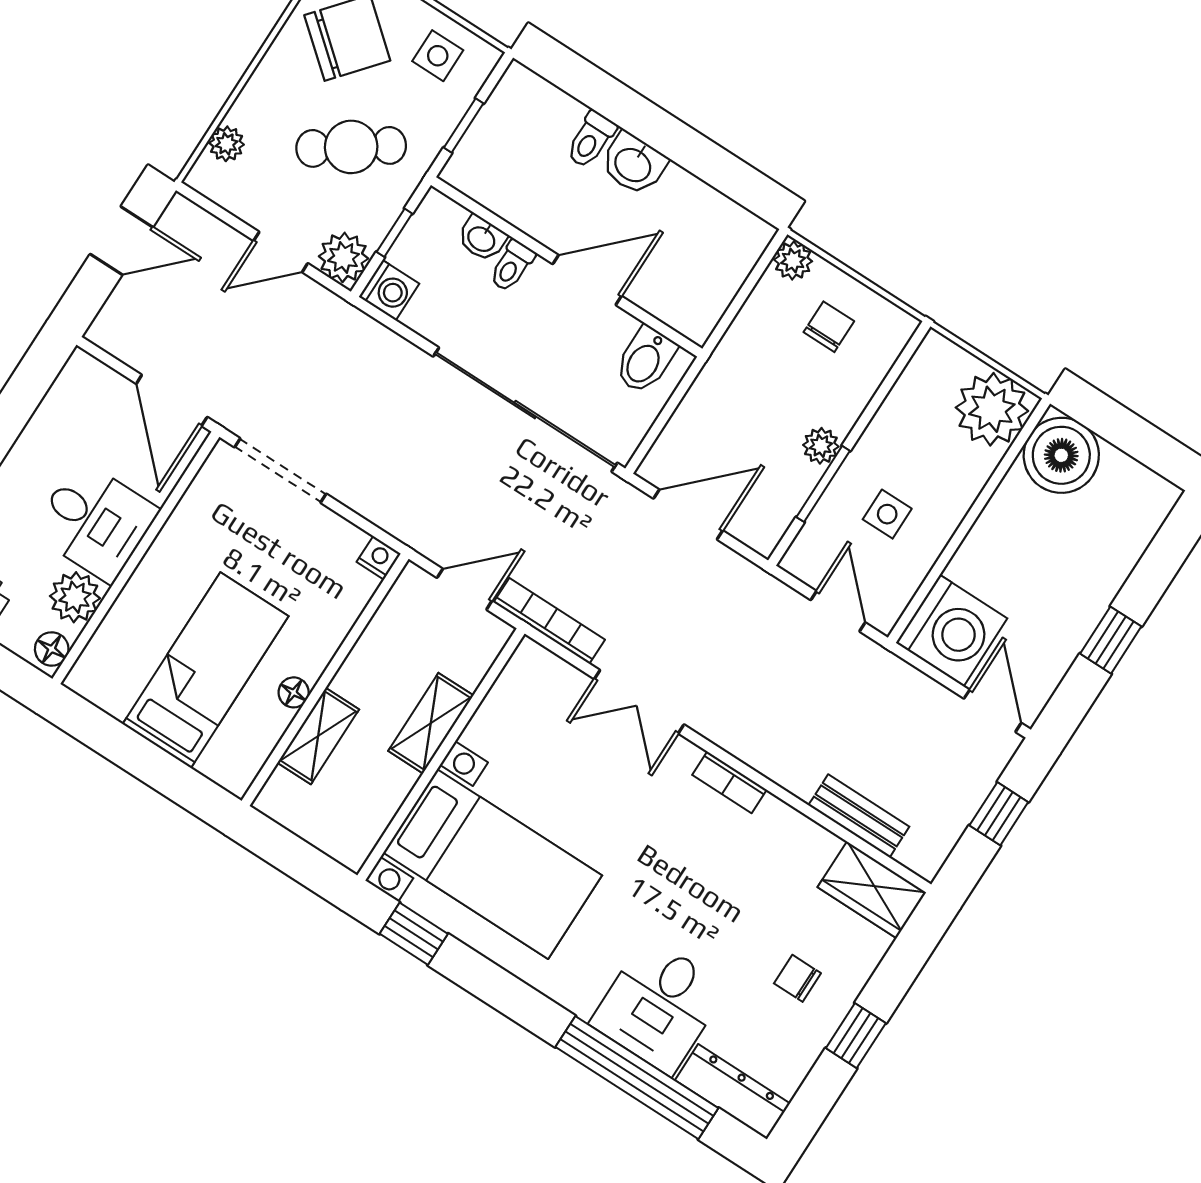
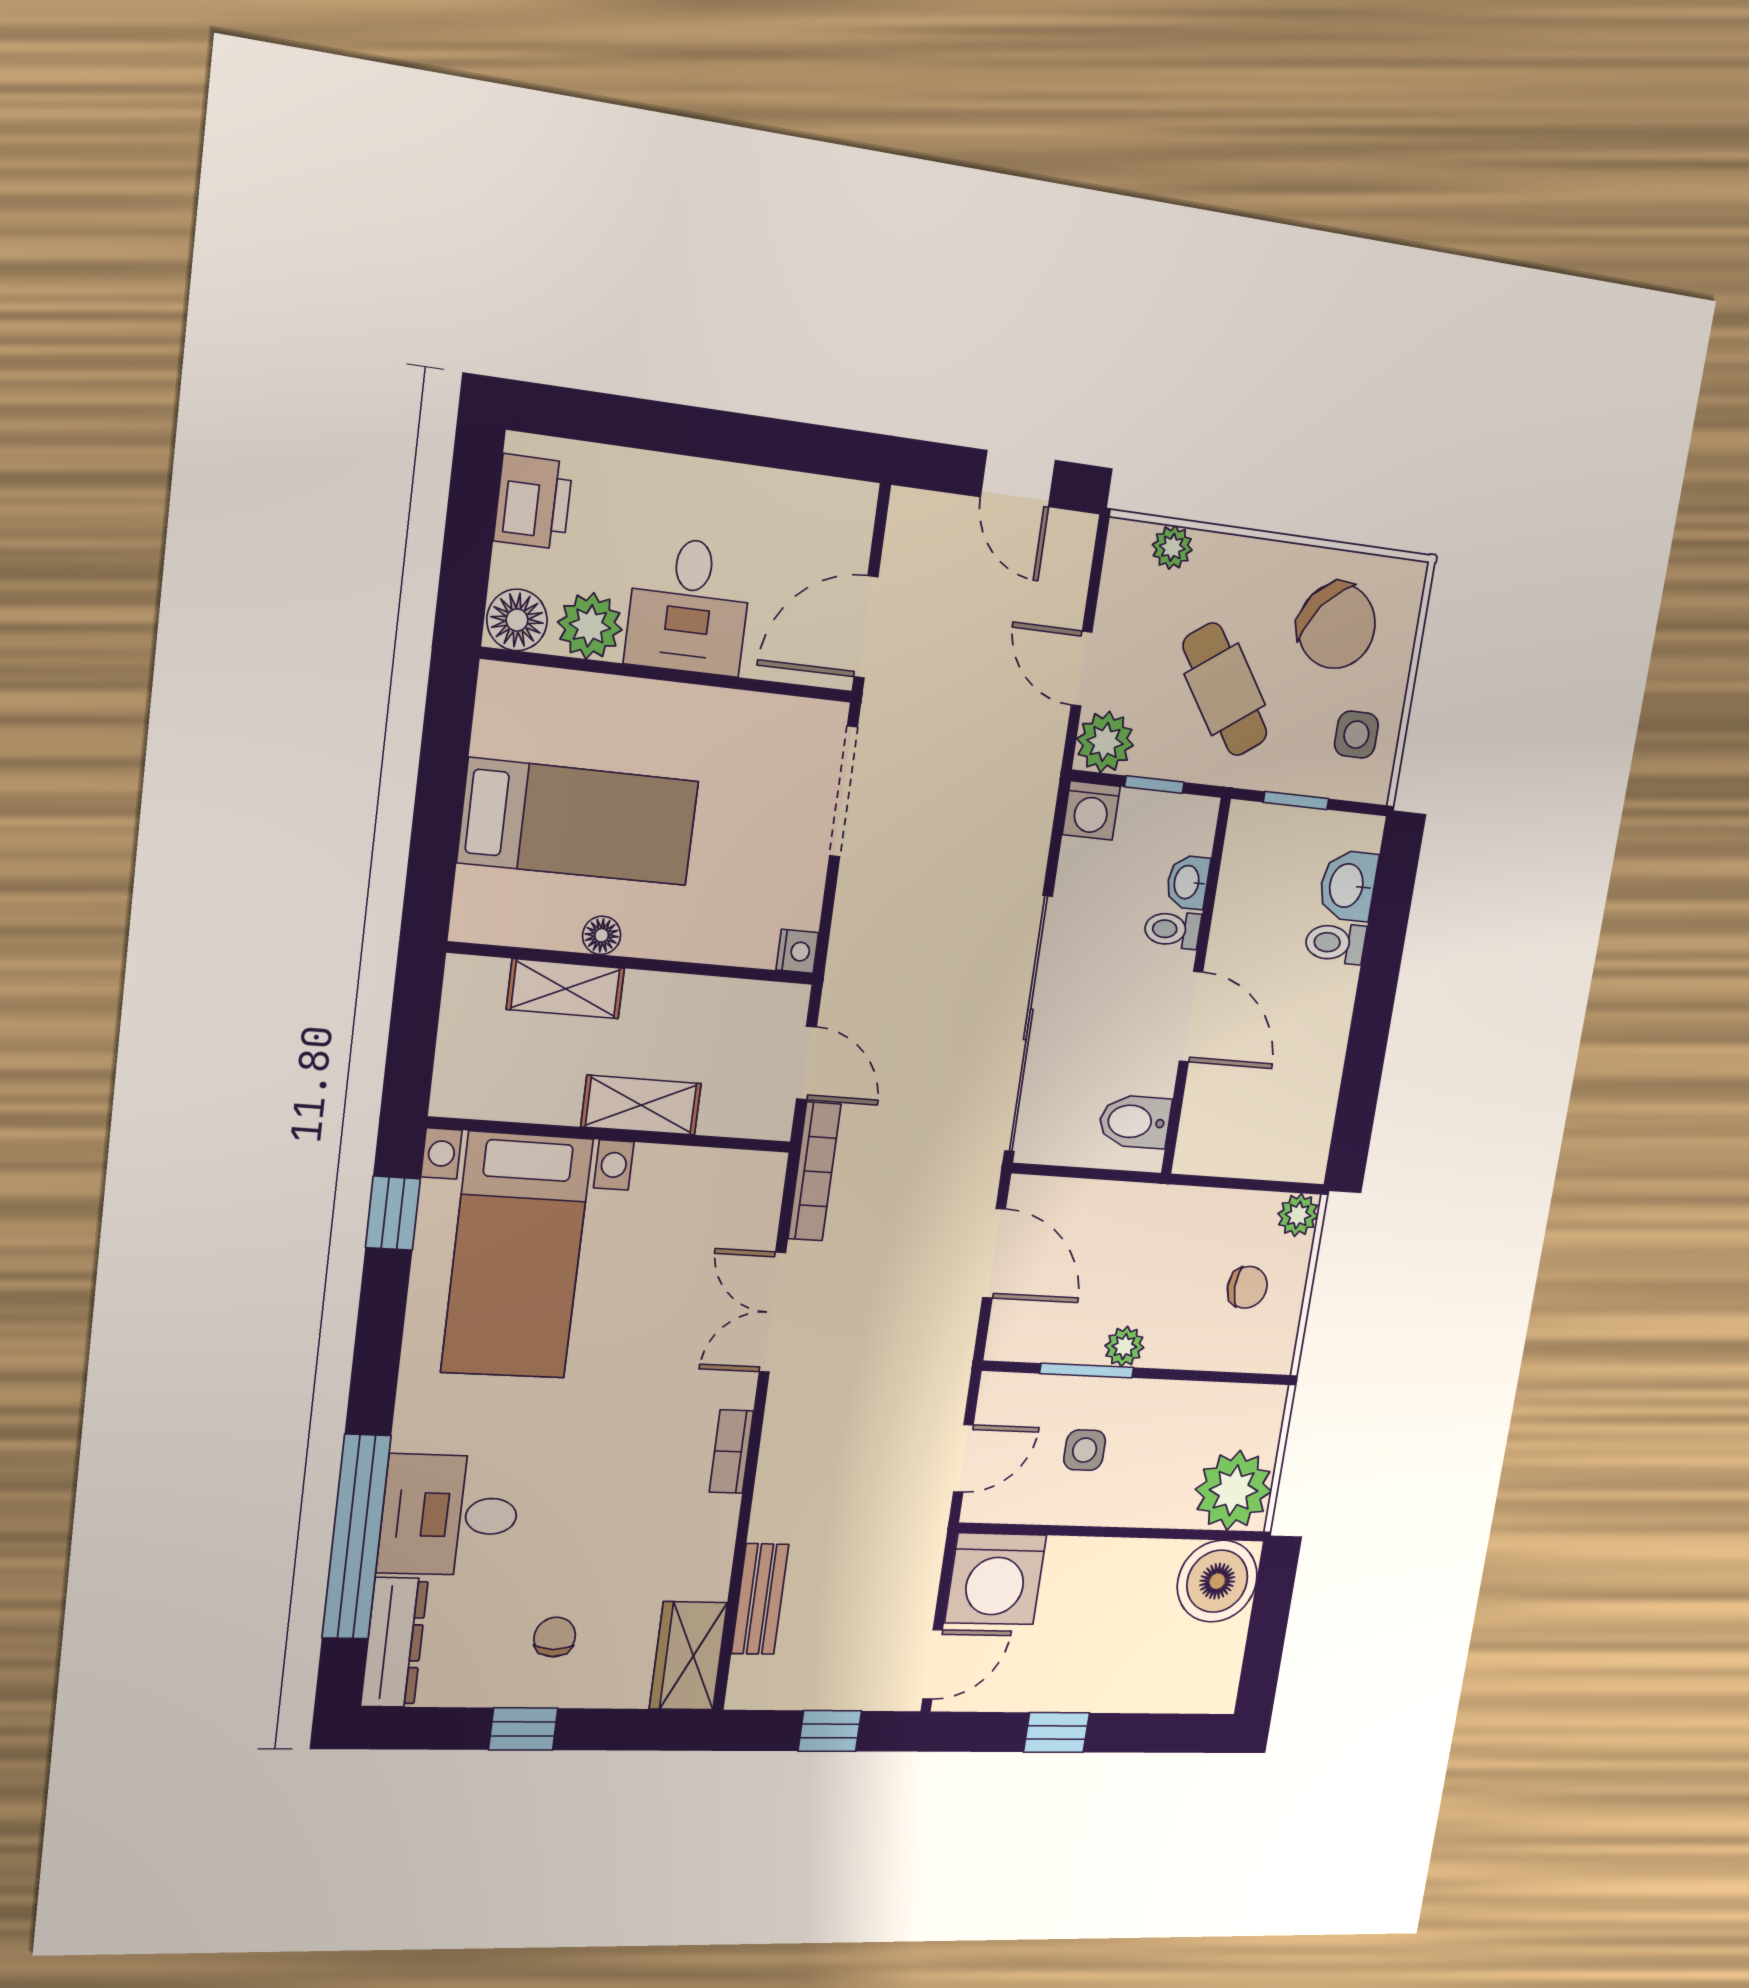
washbasin: (634, 164) -> (1348, 886), moved
floor lamp: (52, 649) -> (517, 620), width x1.37, depth x1.37

